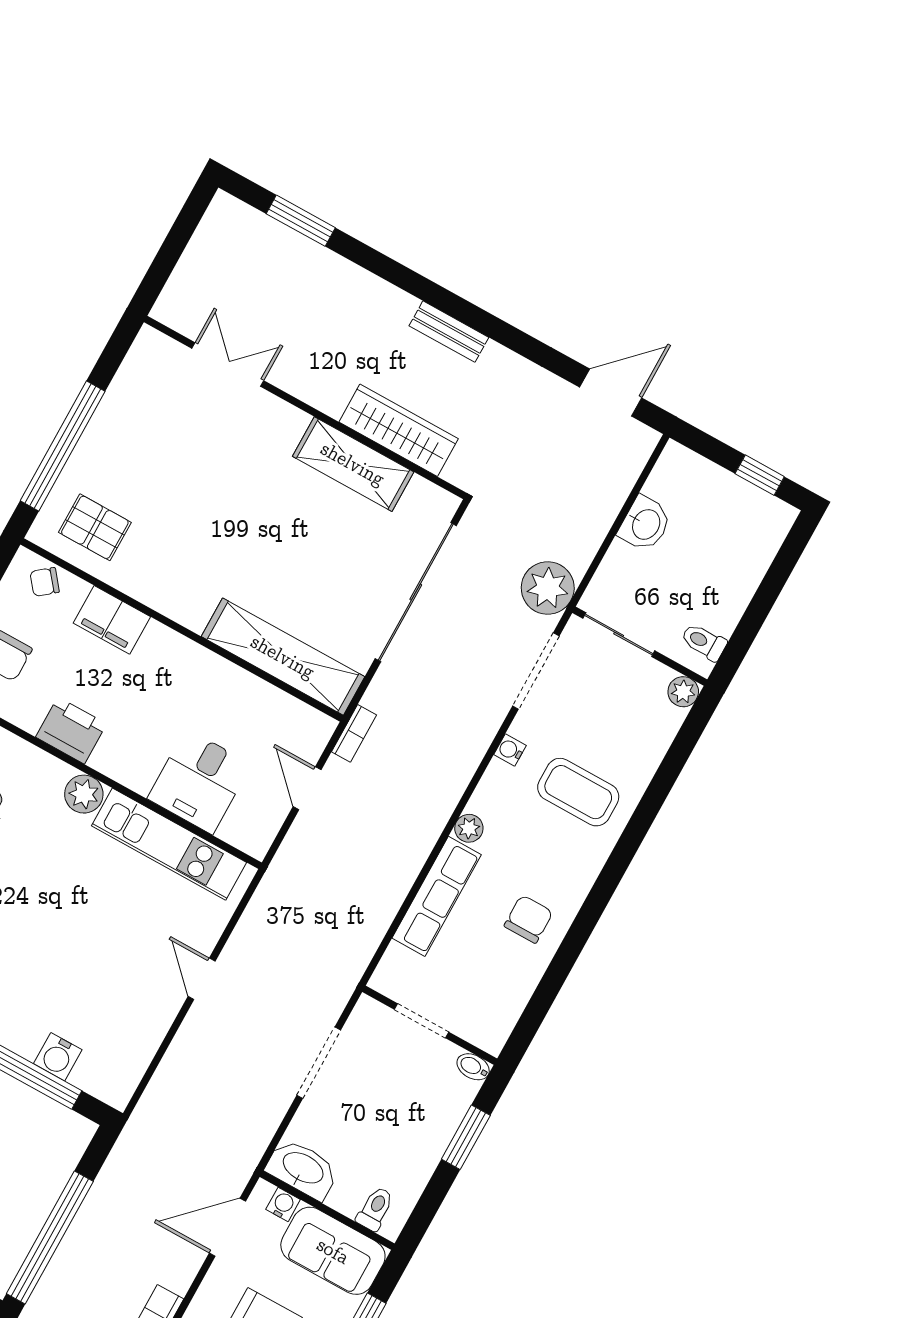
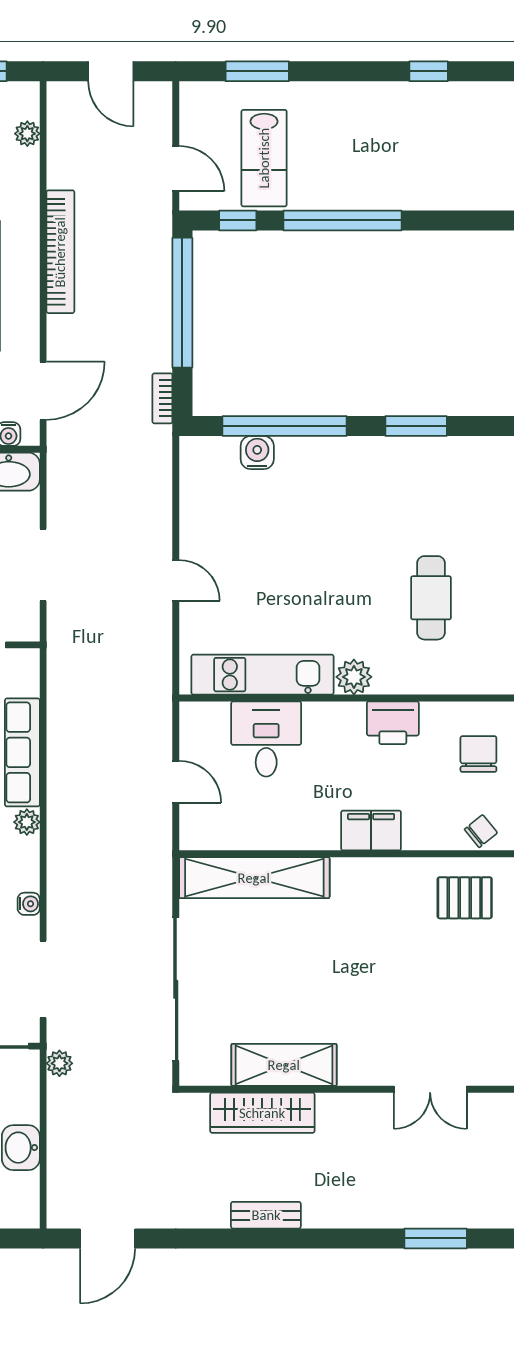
plant: (548, 588) -> (59, 1063), width x0.53, depth x0.53
filing cabinet: (112, 620) -> (371, 831), moved
bookcase: (354, 733) -> (162, 398), moved

